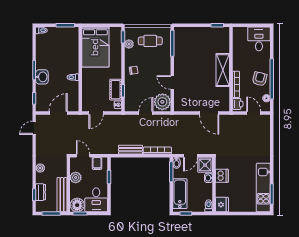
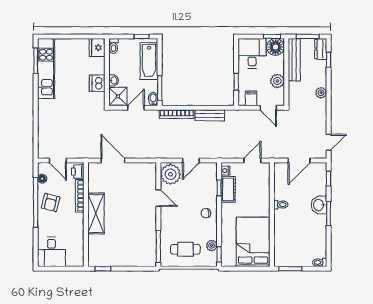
dresser: (41, 192) -> (321, 49), moved

